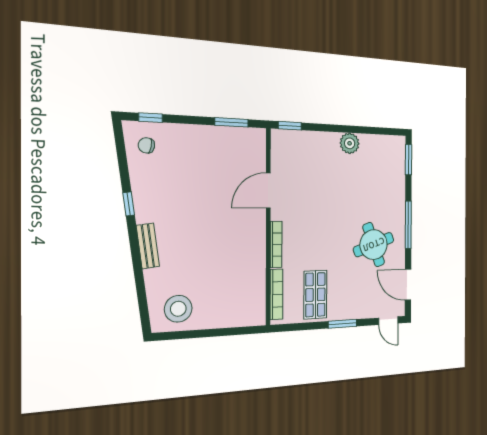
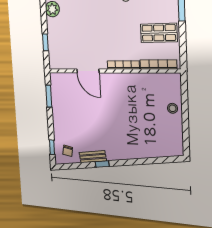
window: (290, 126) -> (45, 42), moved
bench: (148, 246) -> (93, 157), moved
stool: (178, 309) -> (173, 108), moved, width x0.53, depth x0.53

